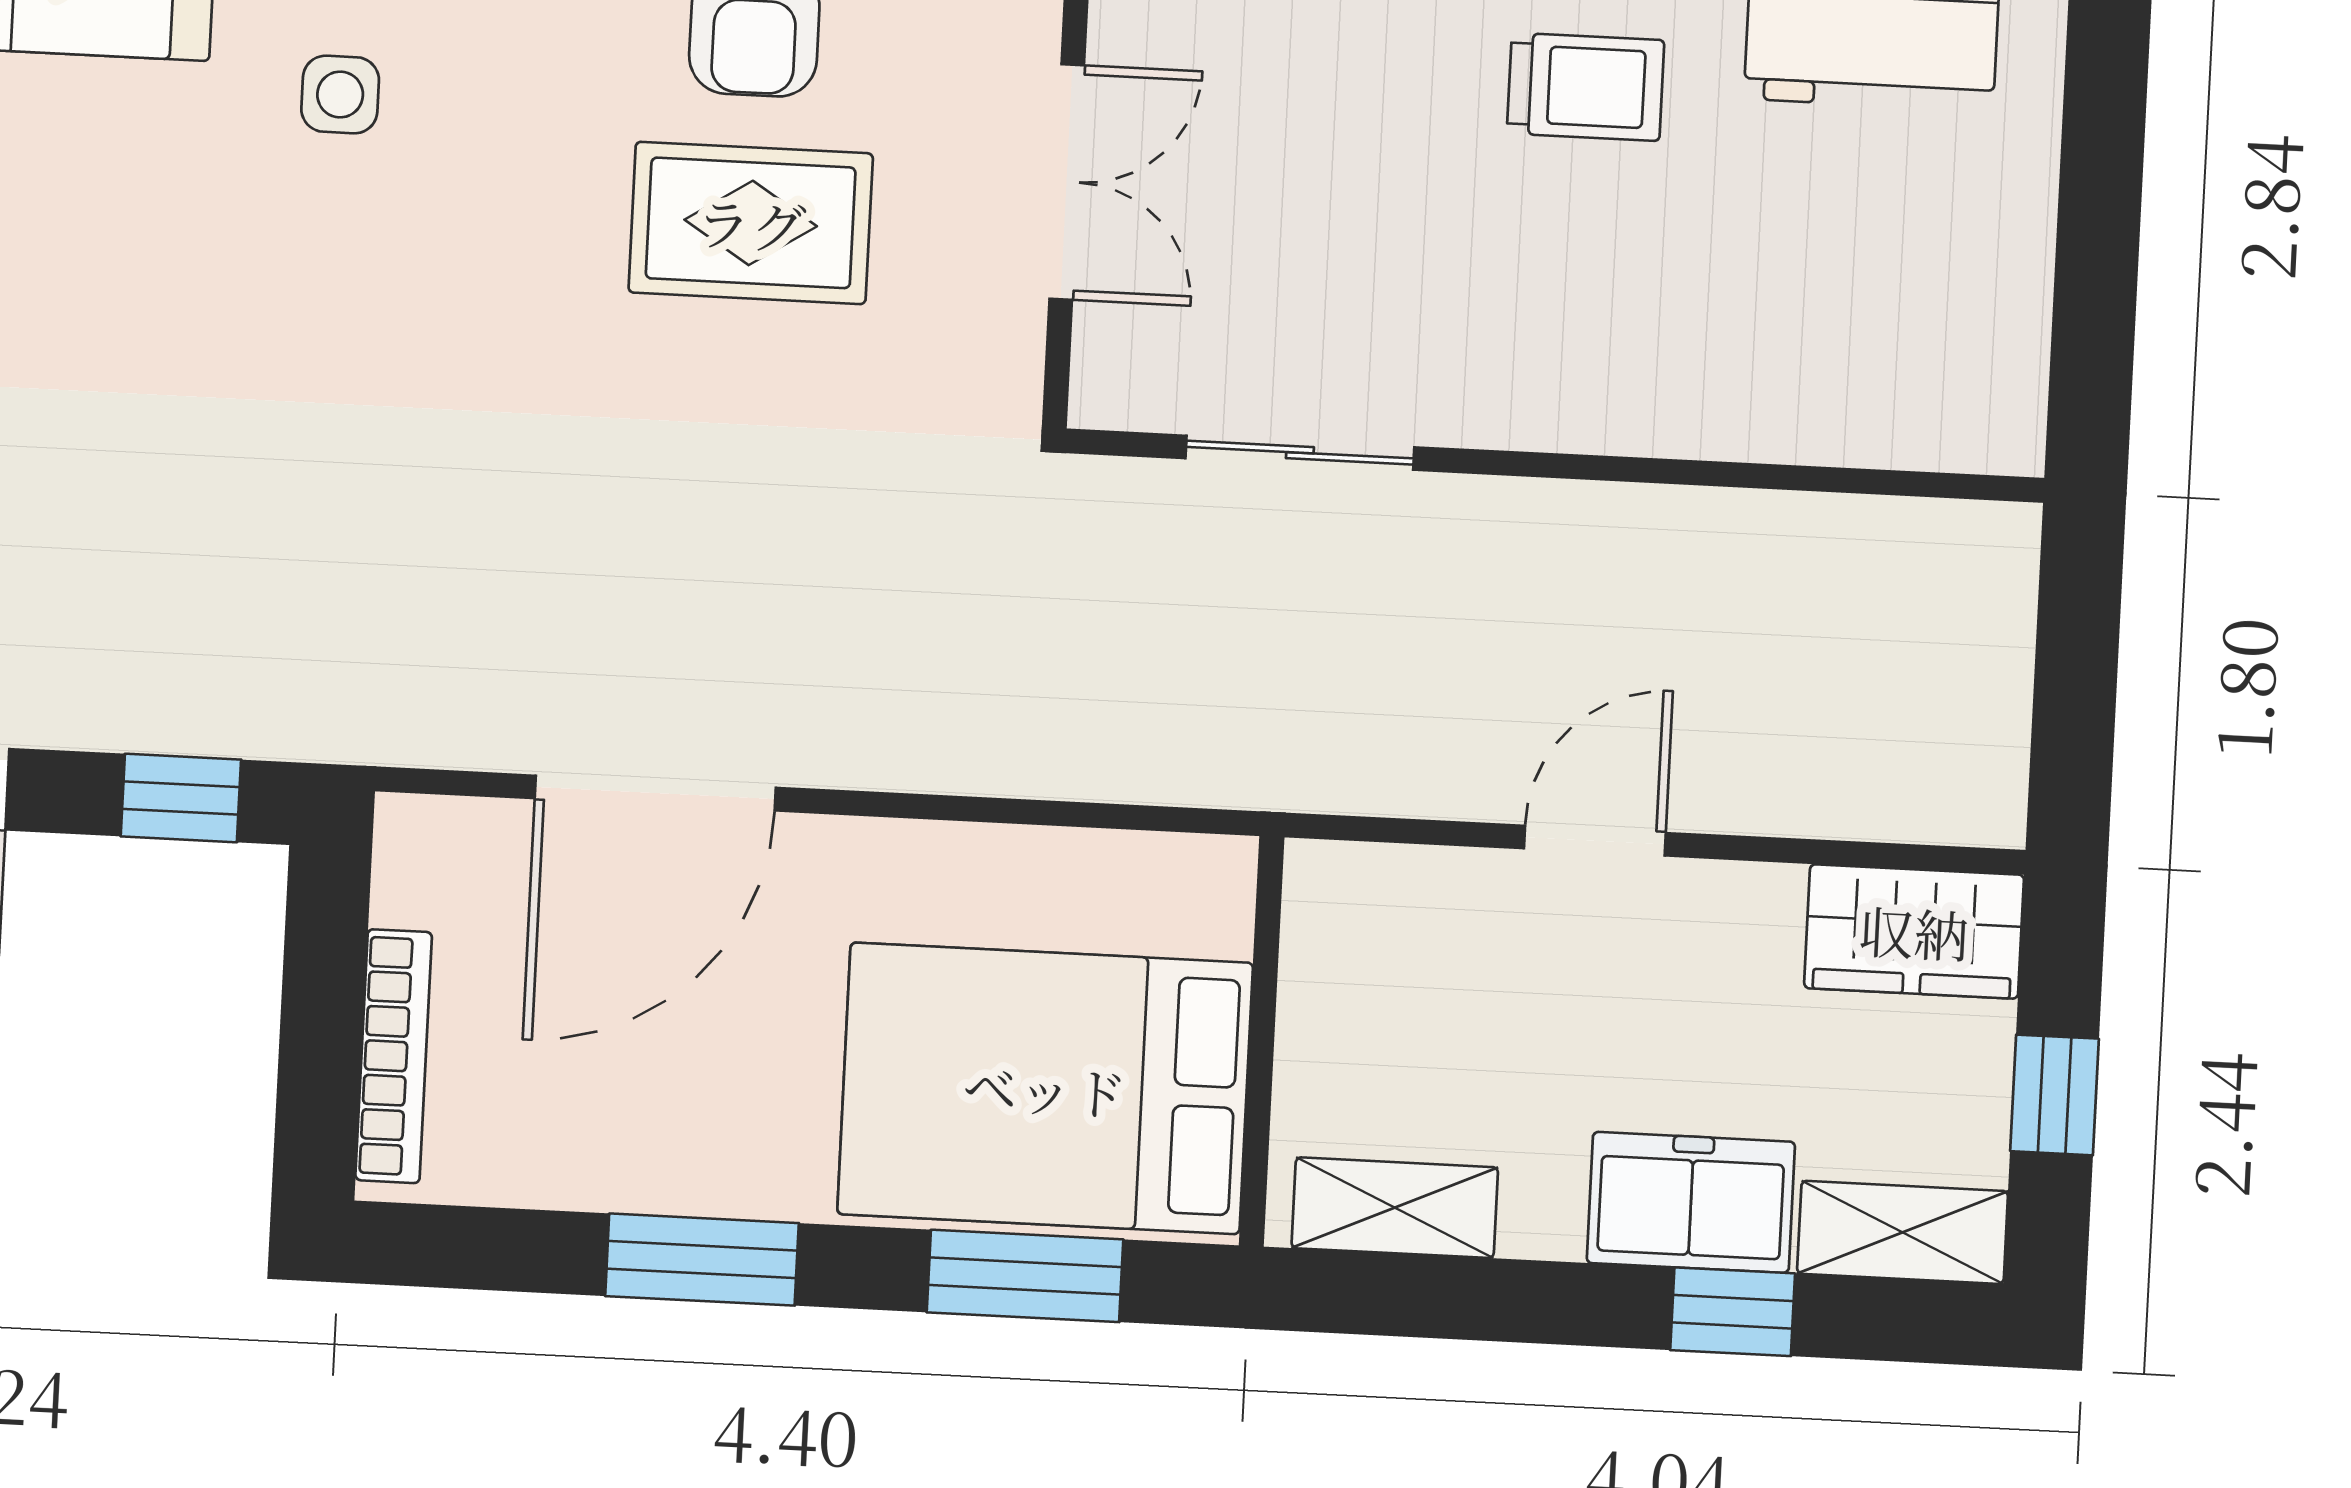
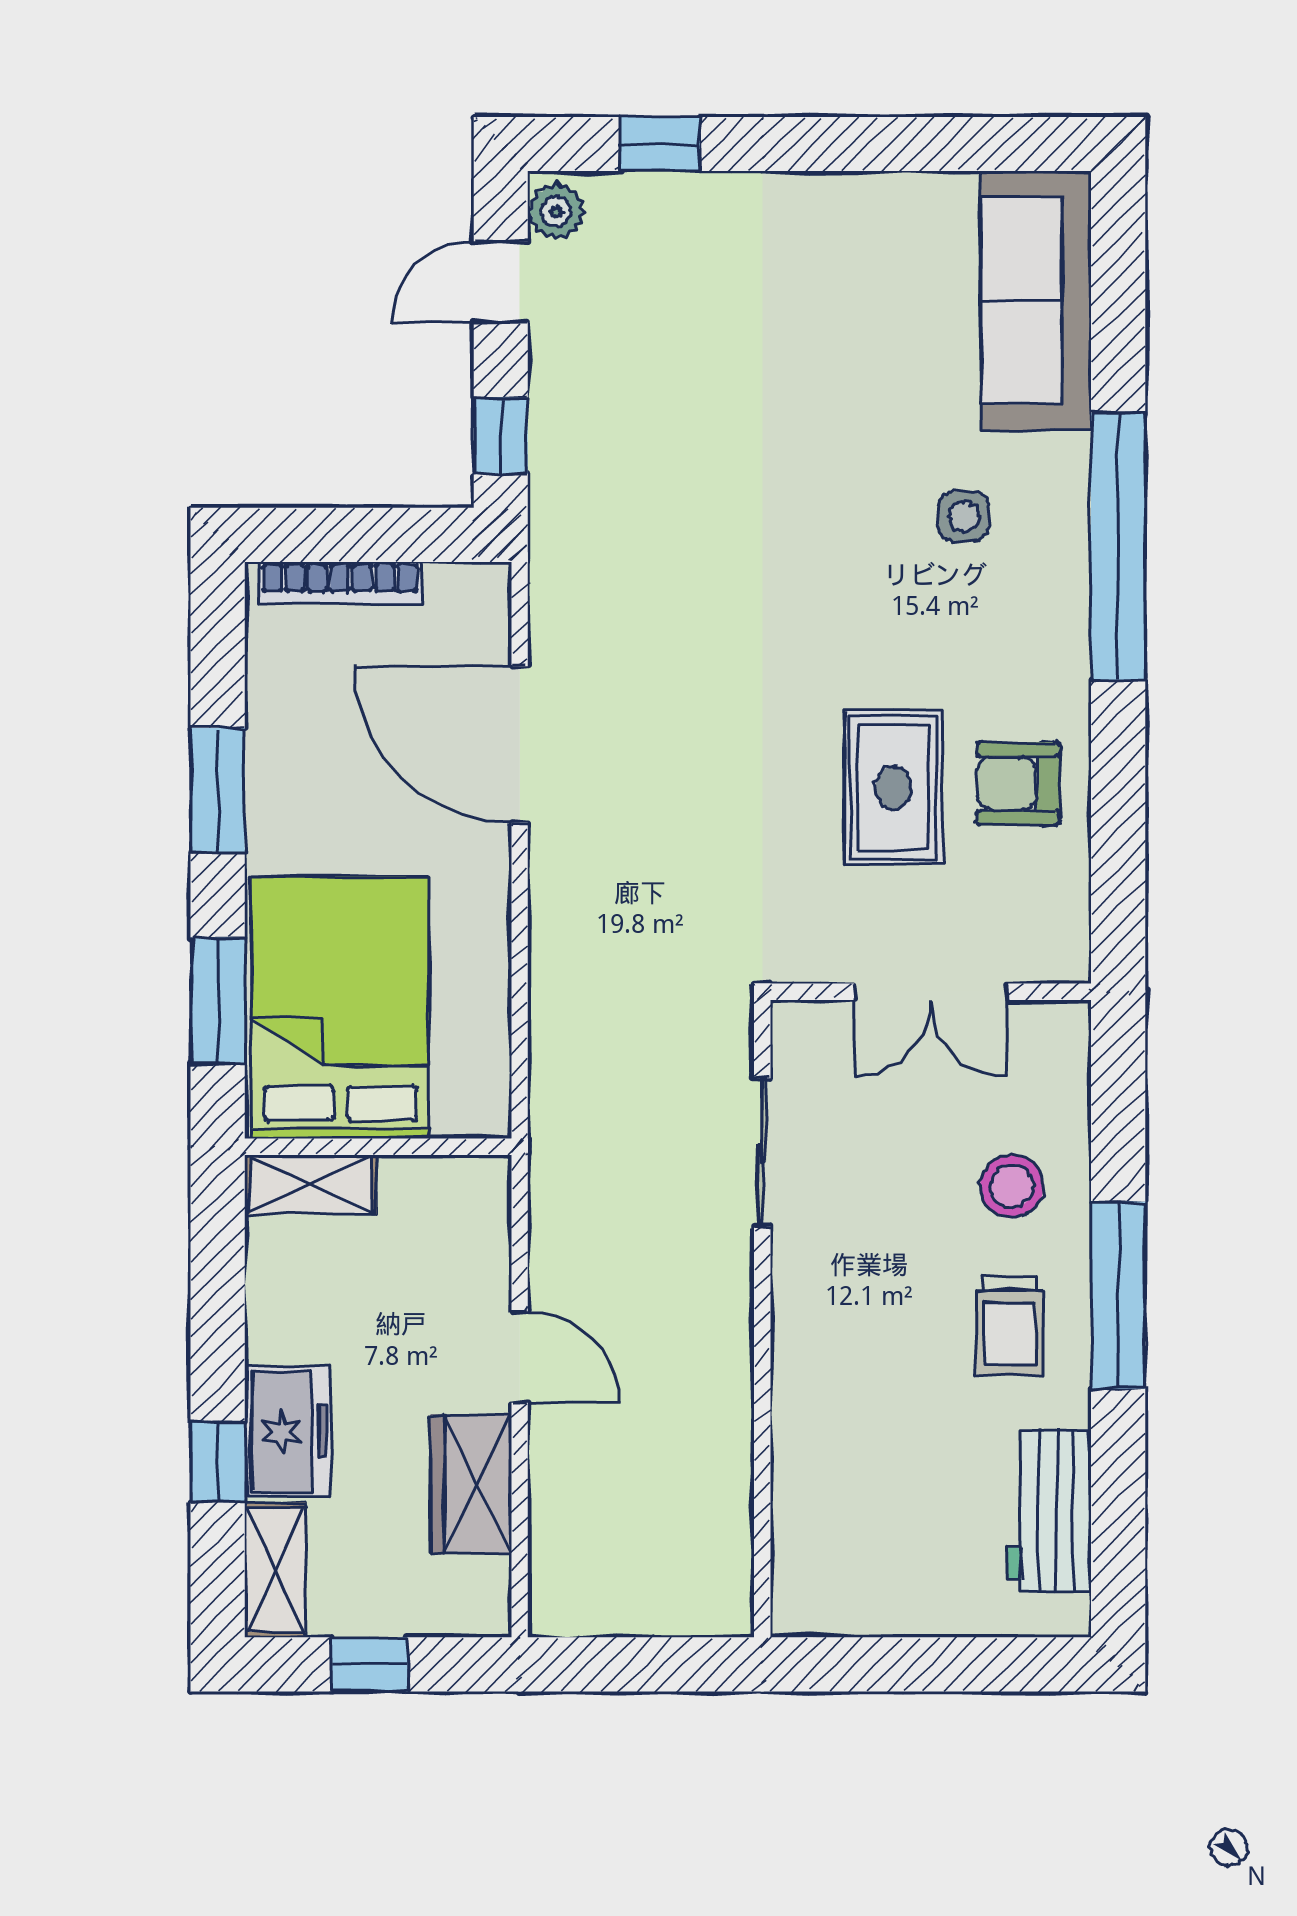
stool: (1371, 73) -> (1012, 1186), added
wardrobe: (1914, 931) -> (471, 1484), moved
shelving: (1395, 1208) -> (311, 1185), moved, turned 90

